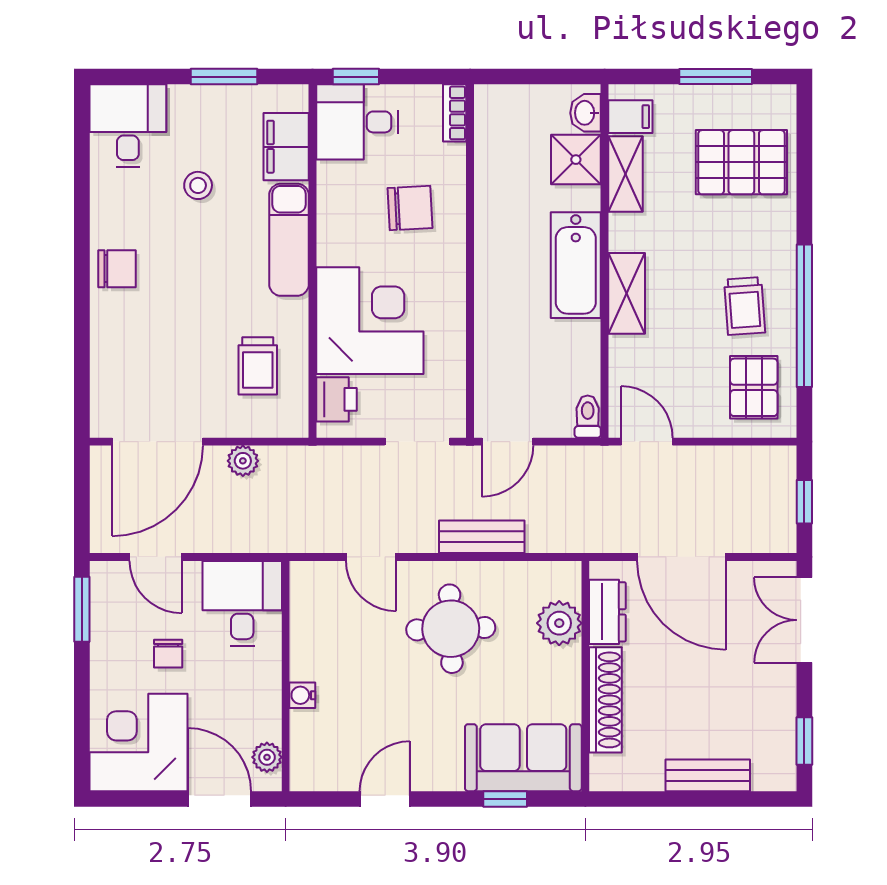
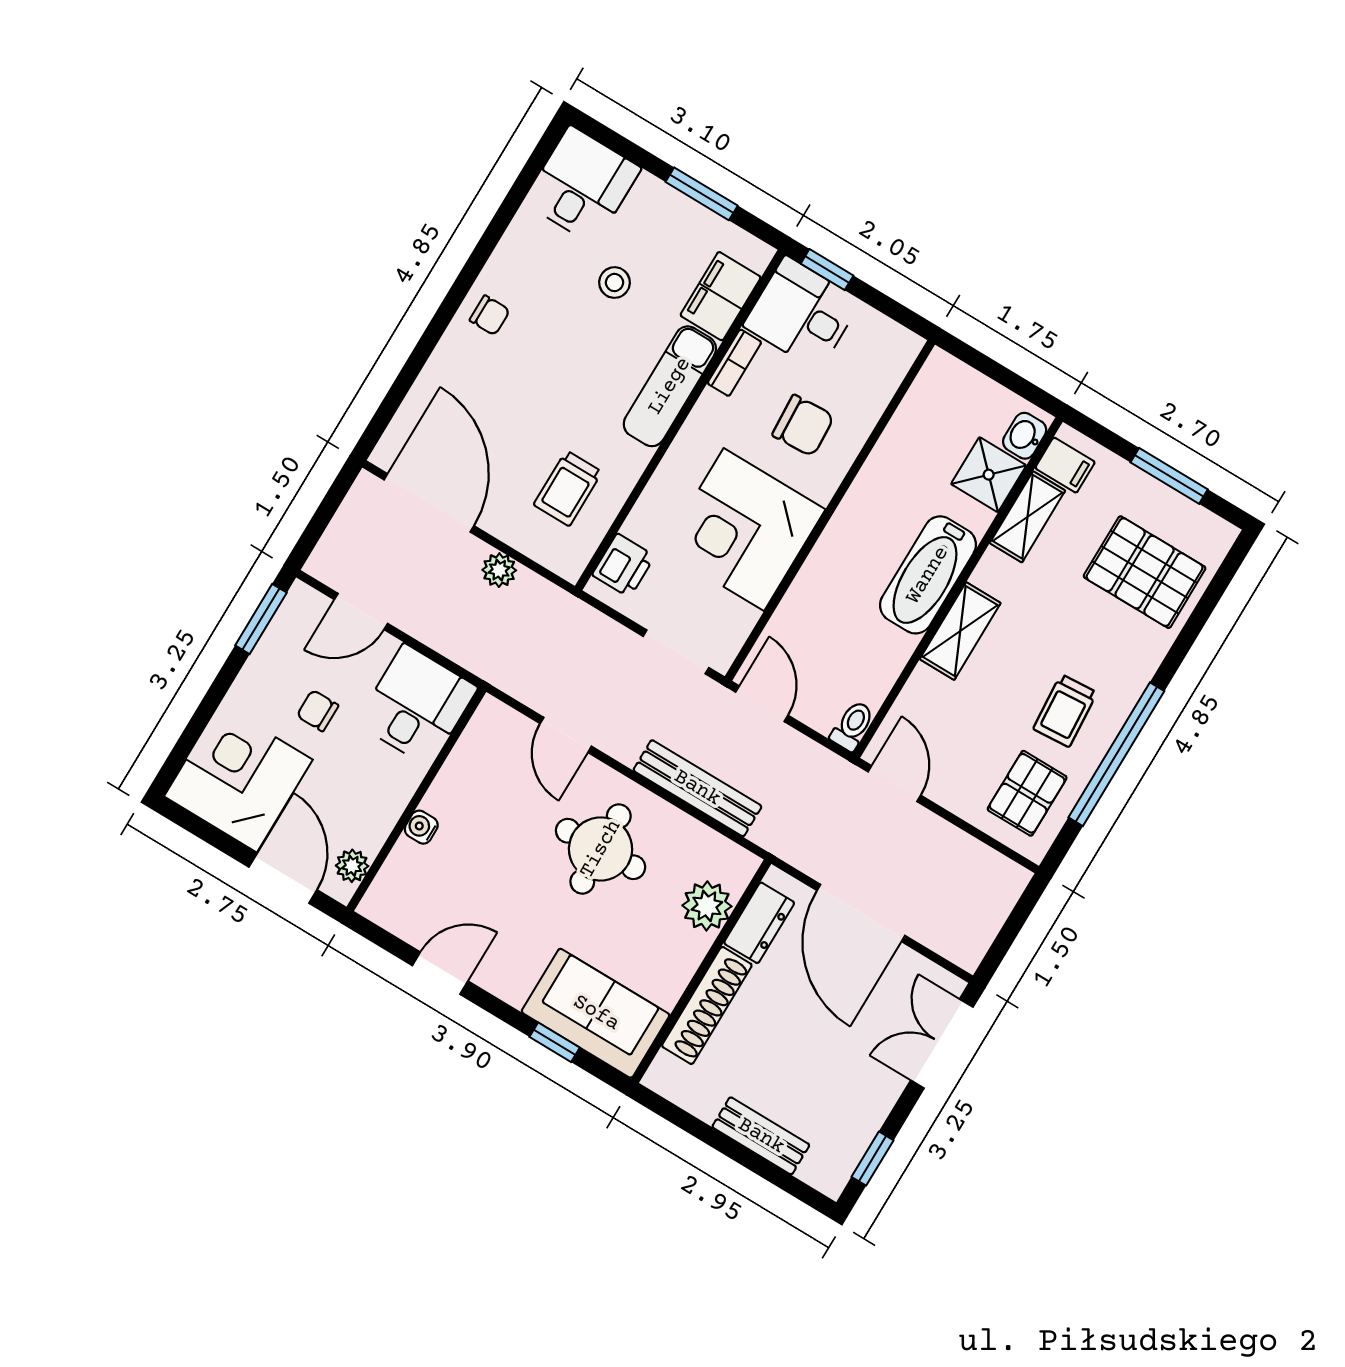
bookcase: (455, 113) -> (734, 363), moved, turned 180
chair: (117, 269) -> (490, 315), width x0.73, depth x0.73
corner desk: (370, 321) -> (744, 530), moved, turned 180
door: (157, 442) -> (429, 503), swing flipped
door: (507, 442) -> (762, 704), swing flipped
window: (804, 502) -> (1010, 931), removed
bench: (482, 537) -> (697, 788), width x1.36
door: (156, 557) -> (361, 611), hinge flipped
chair: (168, 654) -> (318, 711), turned 90

